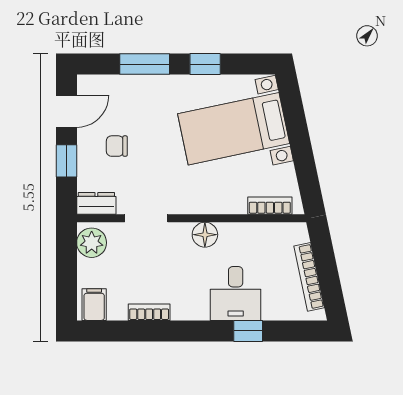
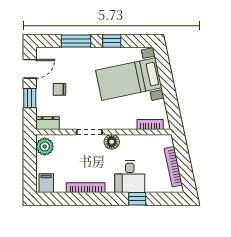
doorway: (146, 218) -> (89, 132), moved
bookcase: (149, 312) -> (86, 188), width x1.56

